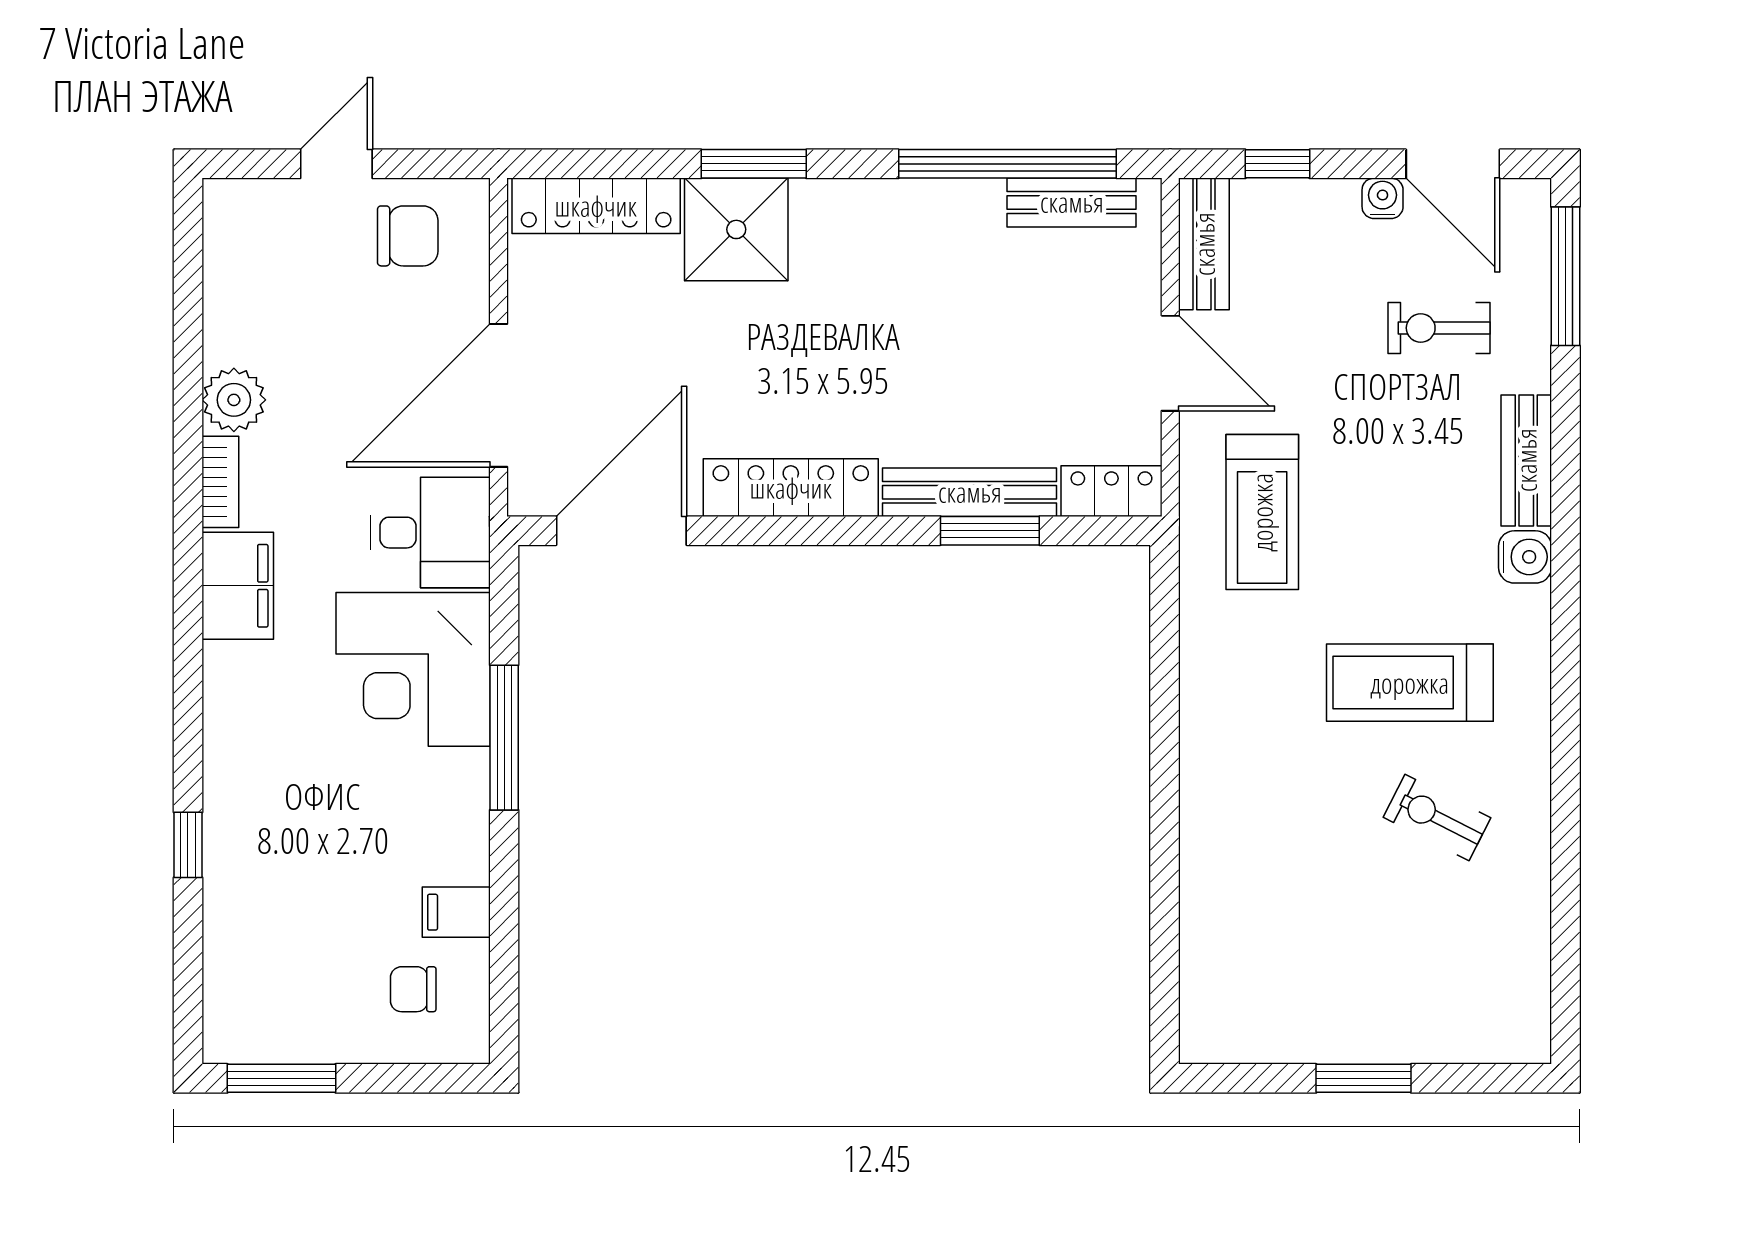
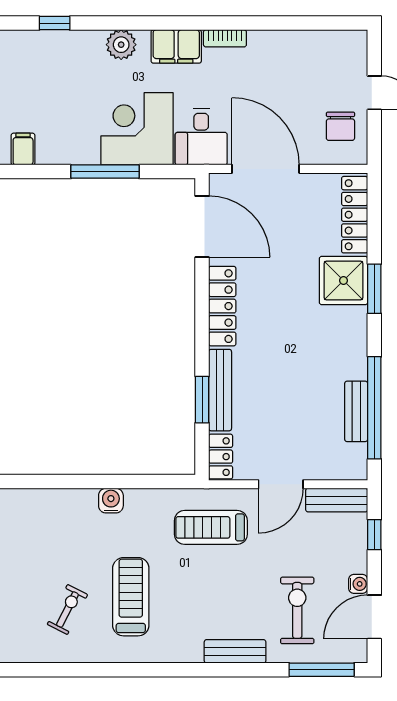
bench: (1072, 202) -> (356, 411), moved
exercise bike: (1439, 328) -> (297, 610), width x1.38, depth x1.39
plant: (234, 400) -> (121, 45), moved
water cooler: (1525, 557) -> (111, 501), moved, turned 180

